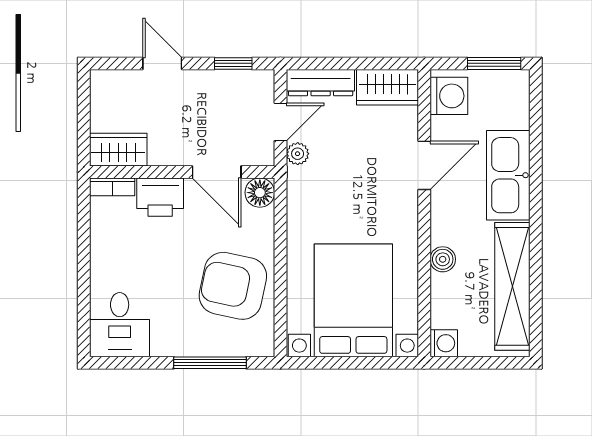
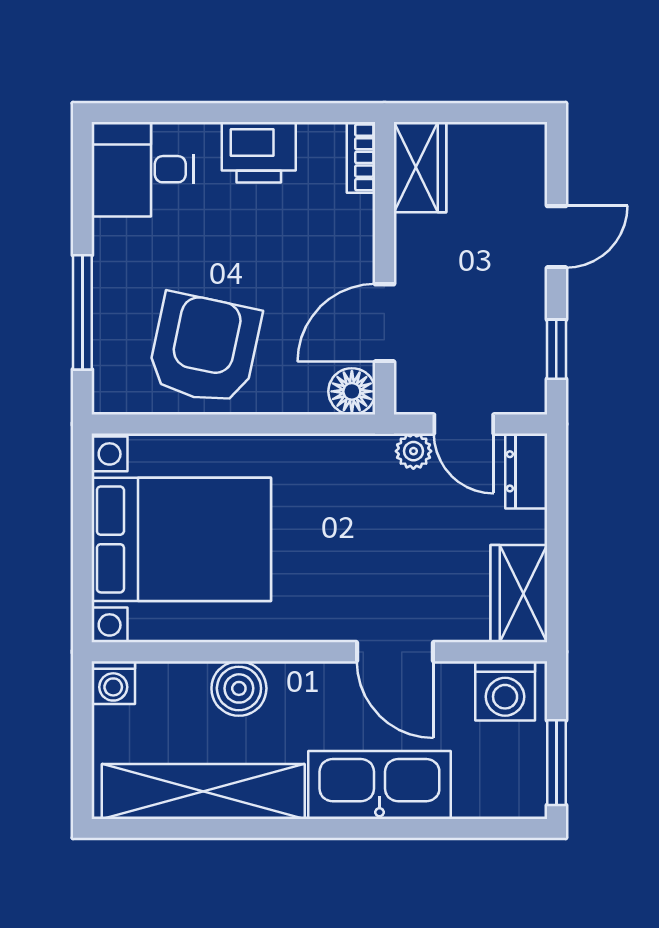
dresser: (321, 83) -> (526, 471), width x0.70
printer: (160, 197) -> (259, 152), moved, turned -90
boiler: (443, 259) -> (239, 688), width x1.36, depth x1.36

